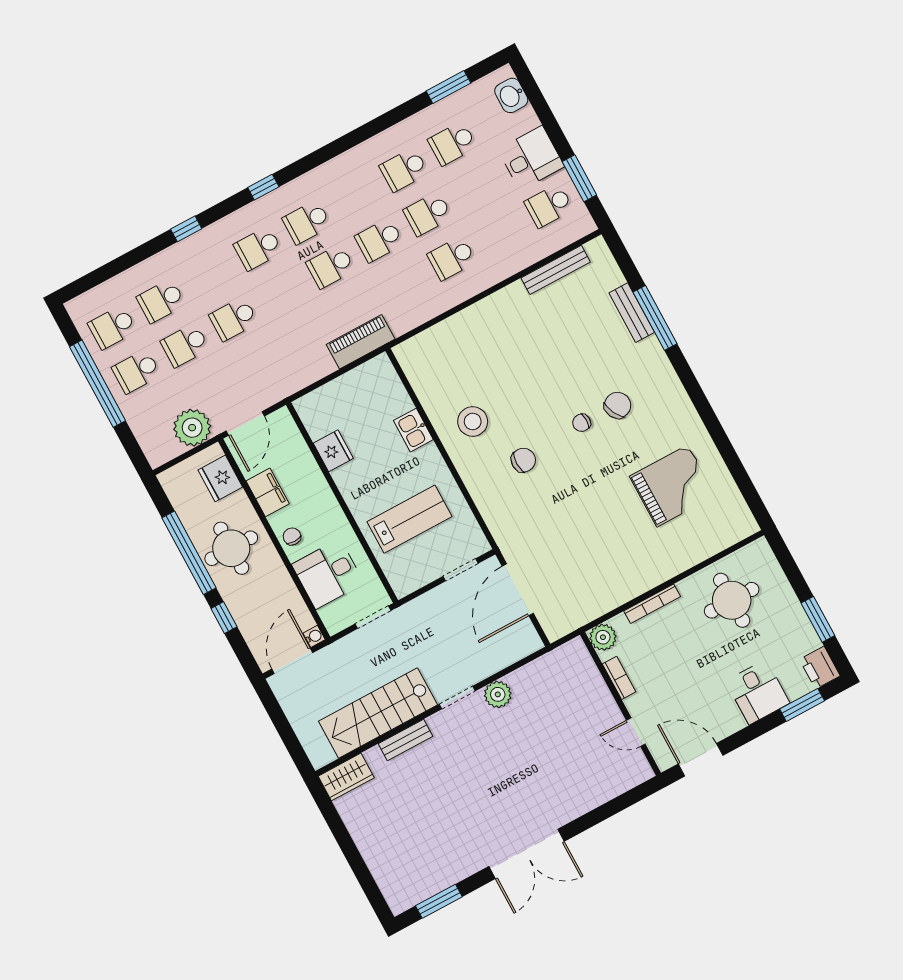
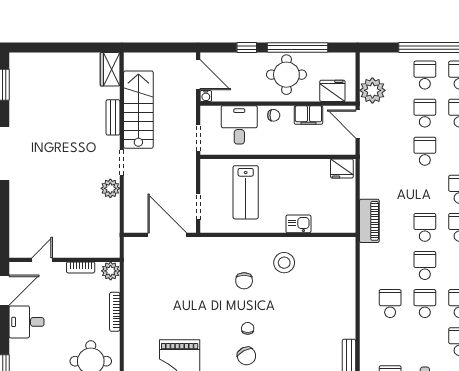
fridge: (333, 451) -> (342, 169), moved
desk: (758, 692) -> (27, 322), moved

